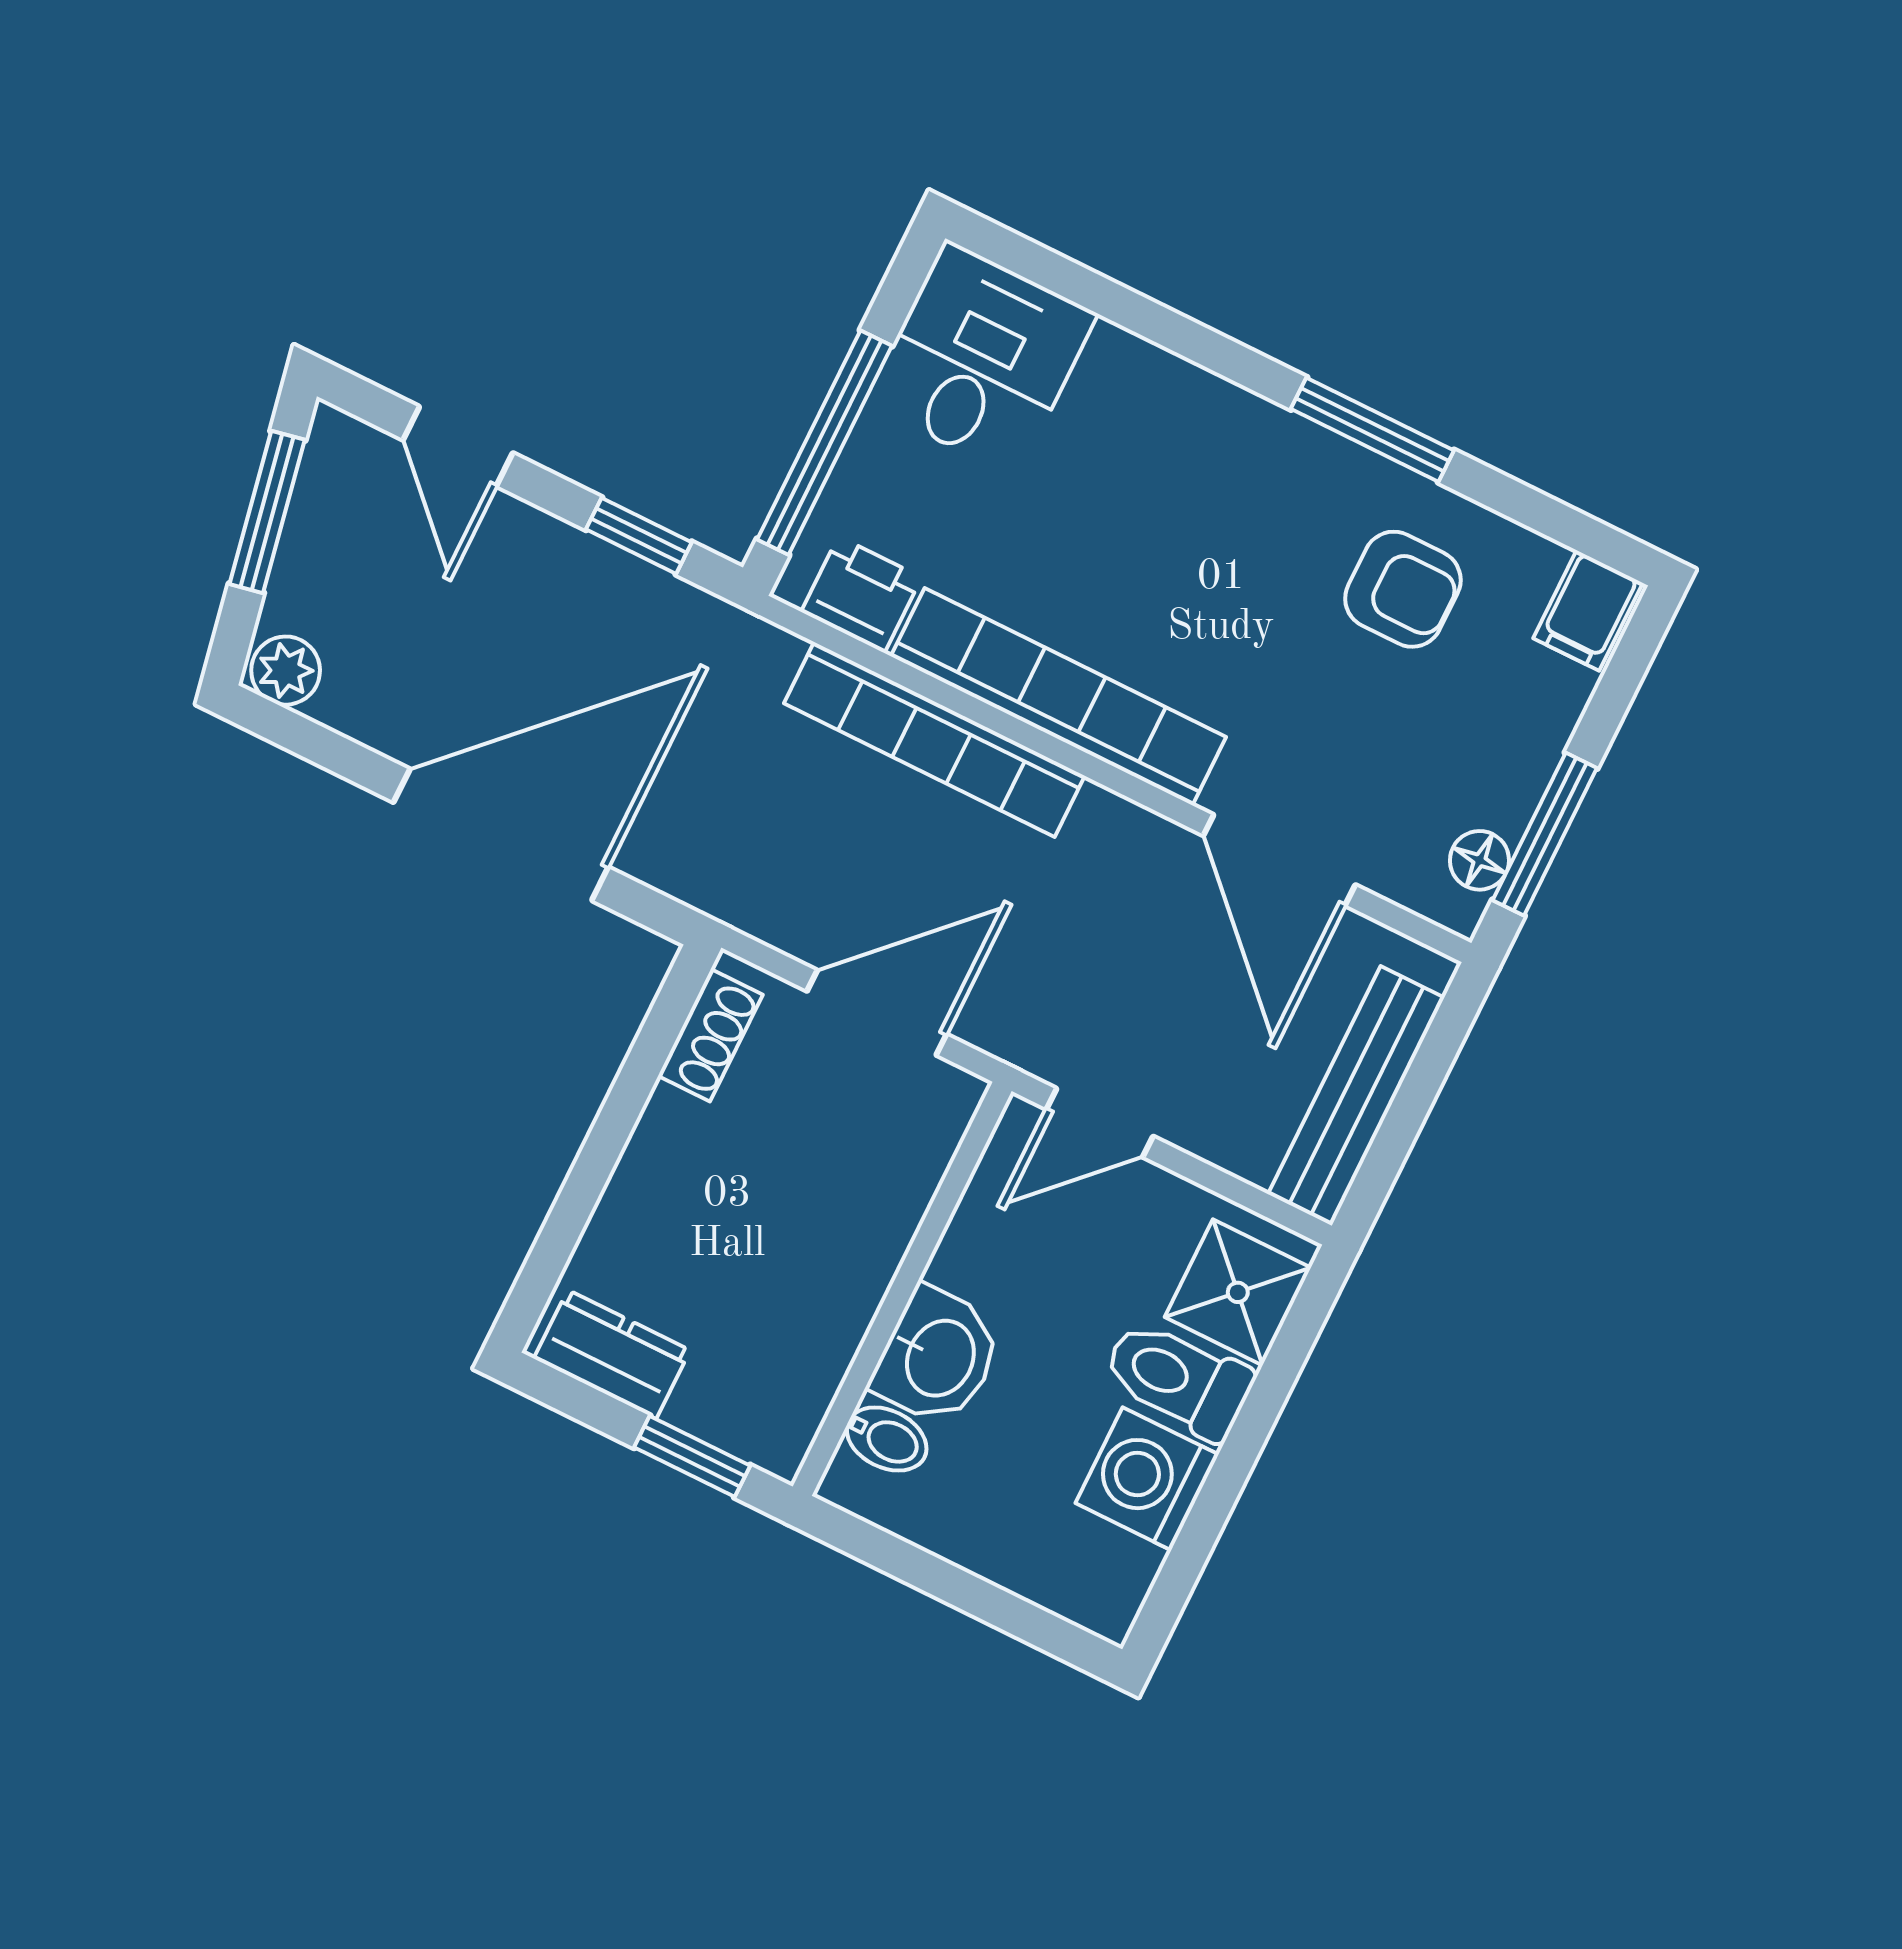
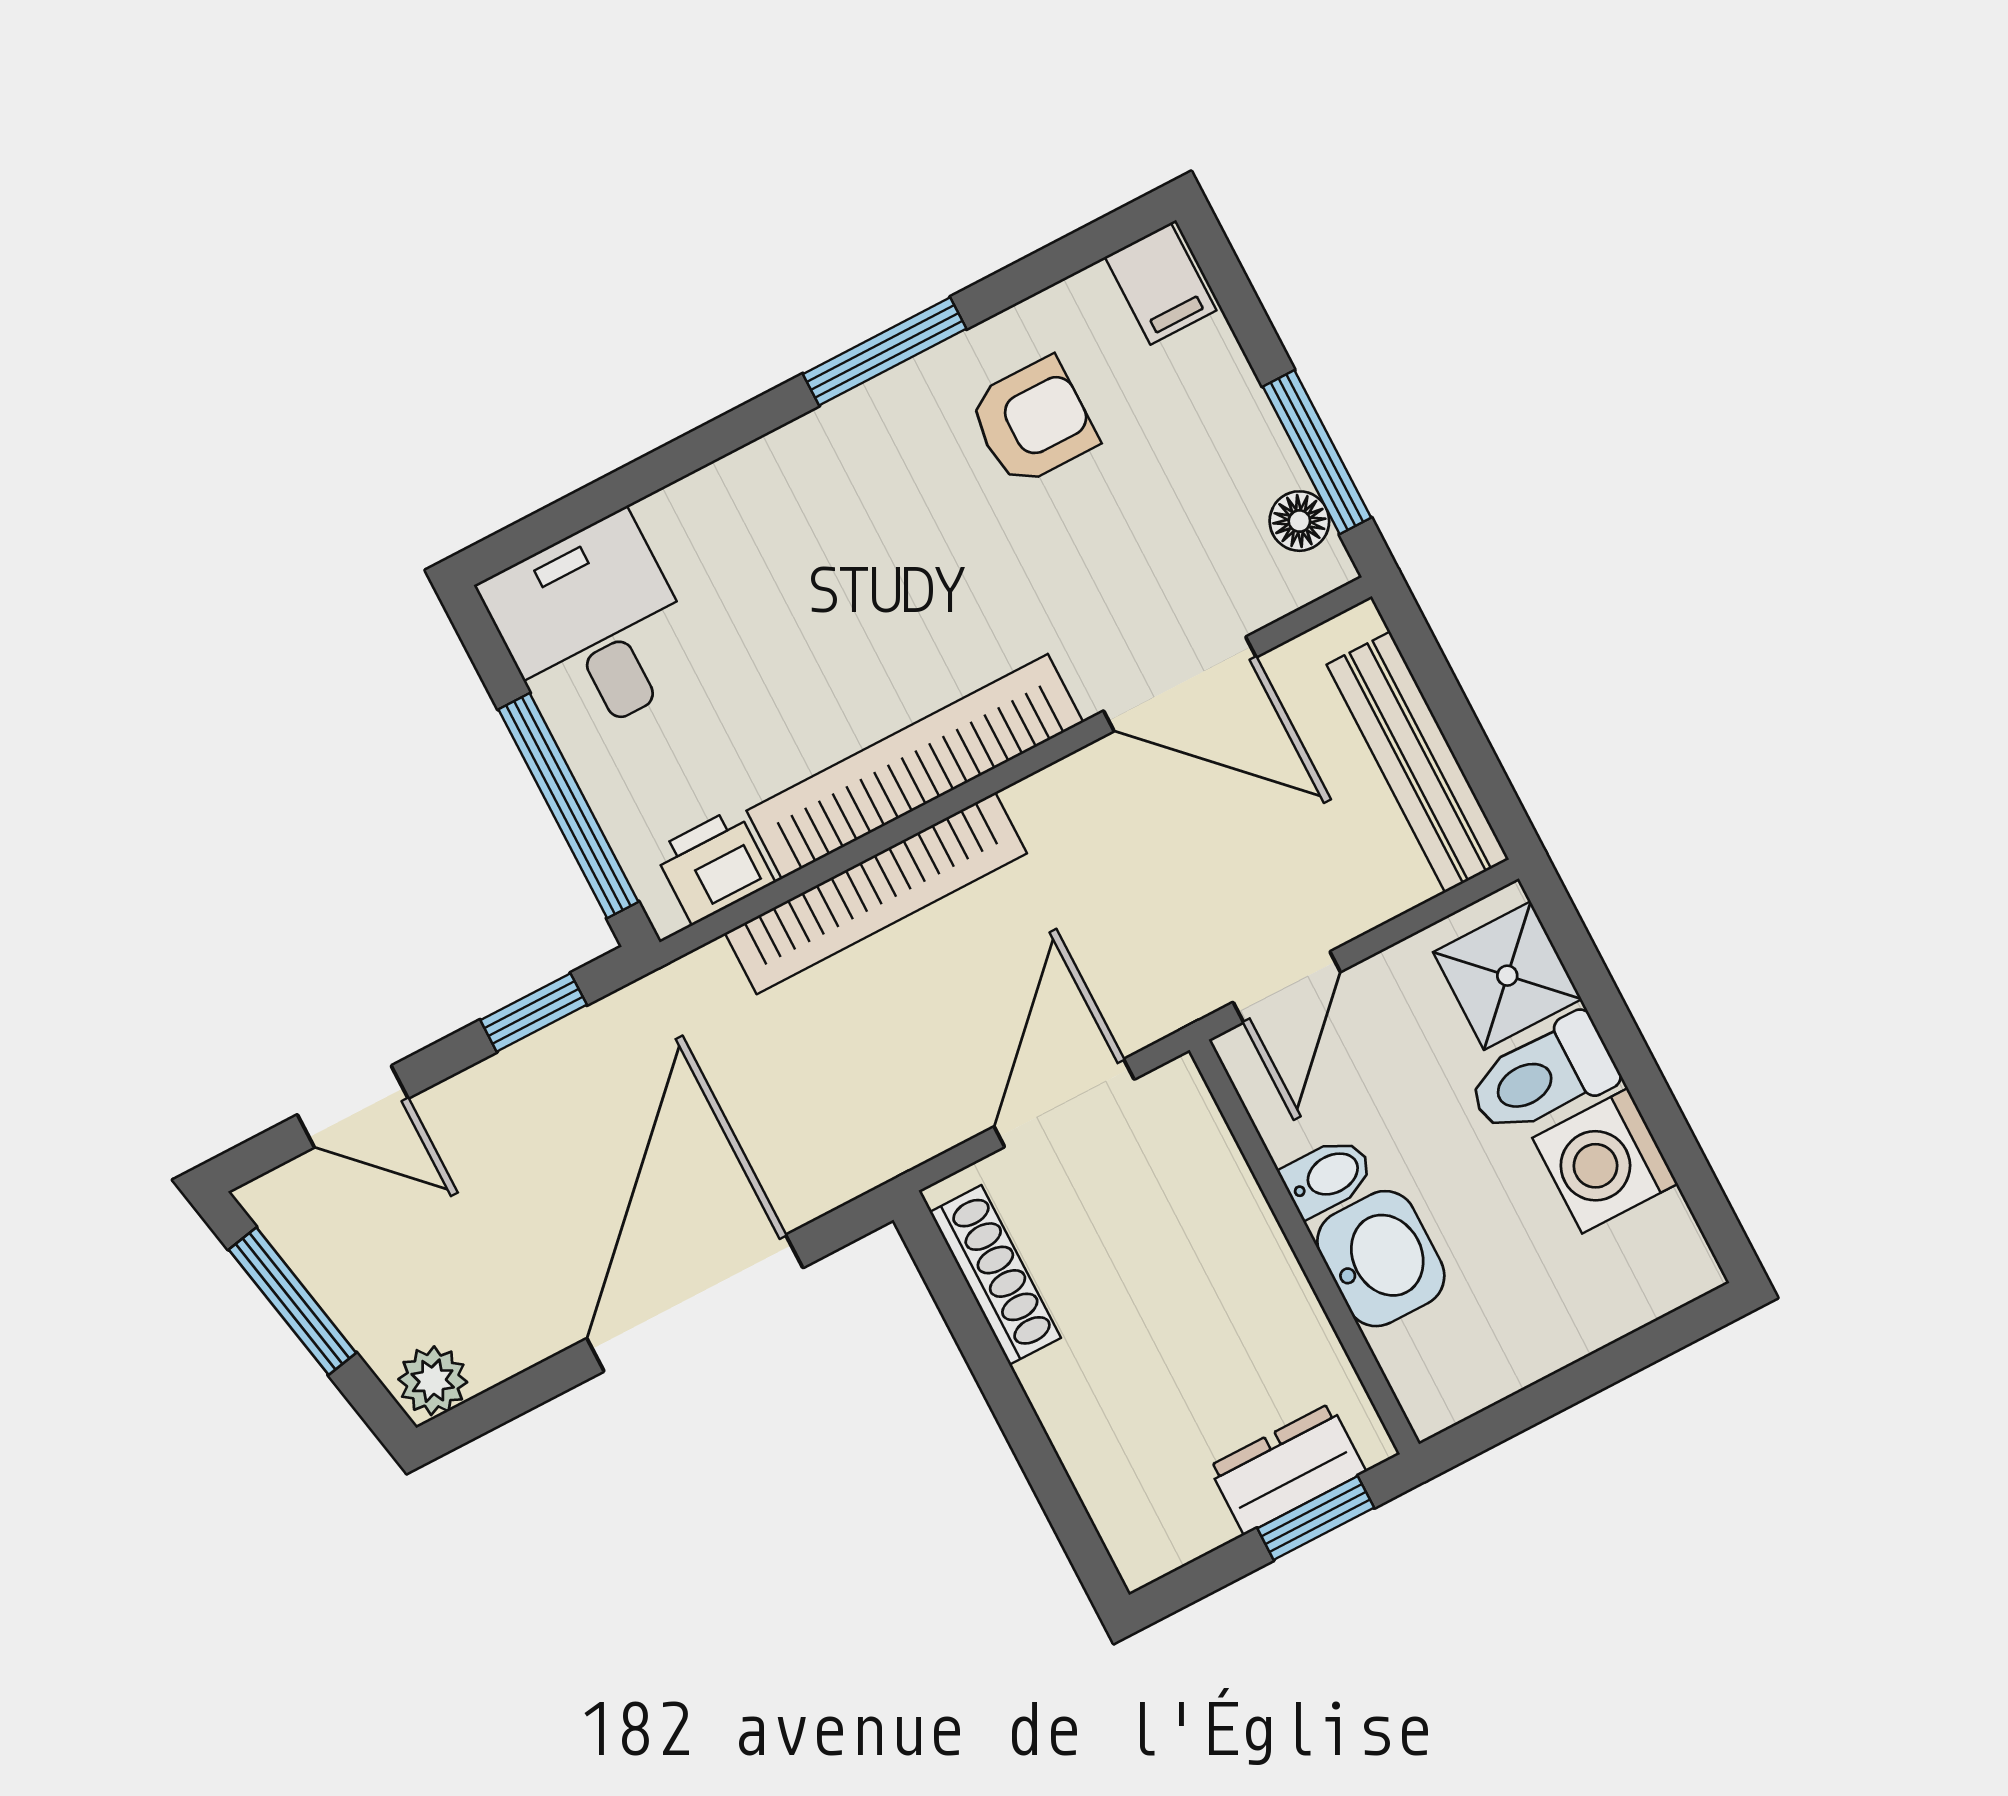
shoe rack: (710, 1035) -> (995, 1275), width x1.43
dresser: (612, 1354) -> (1287, 1469), moved
bidet: (887, 1439) -> (1328, 1177), moved

